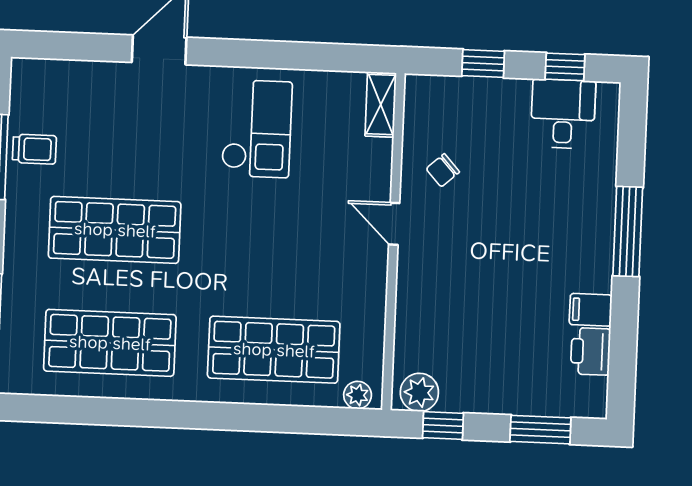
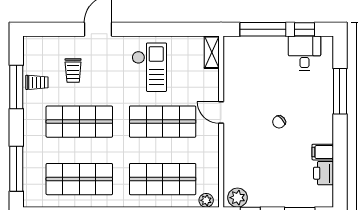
window: (483, 63) -> (263, 29), width x2.17
trolley: (107, 129) -> (73, 70), added
chair: (443, 170) -> (279, 122), moved
window: (628, 232) -> (340, 91), moved
shop shelf: (278, 237) -> (163, 122), added

